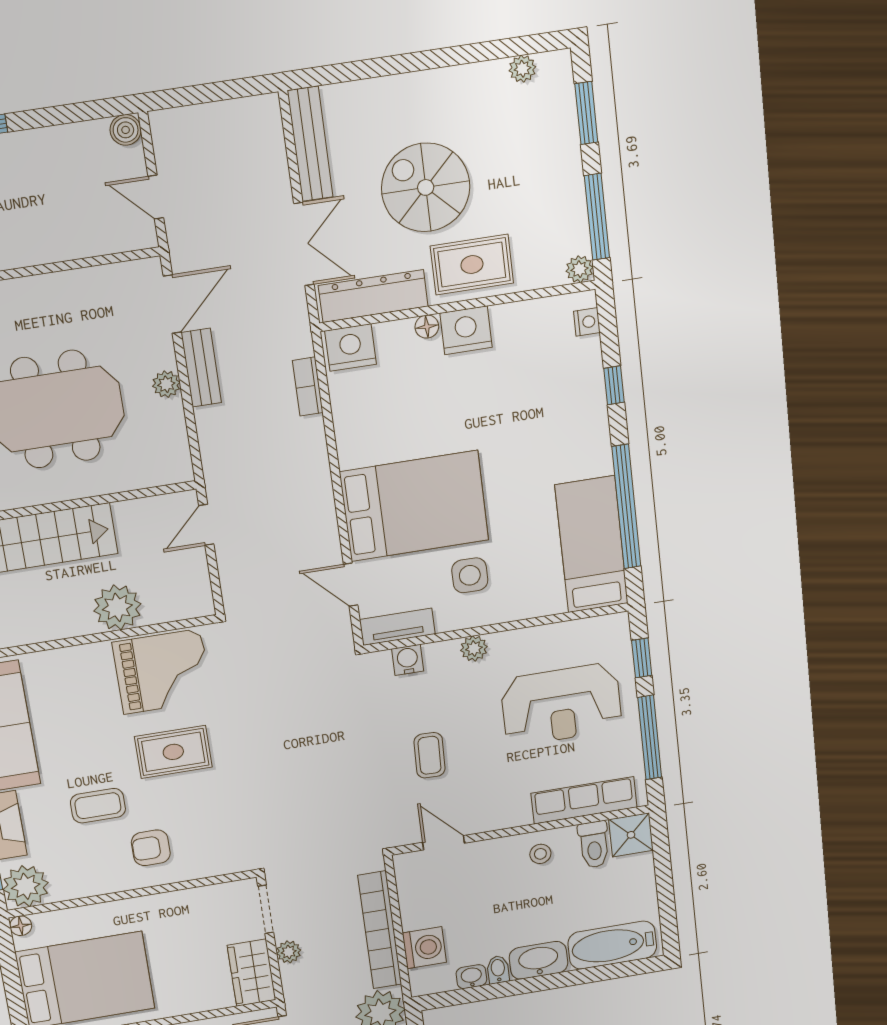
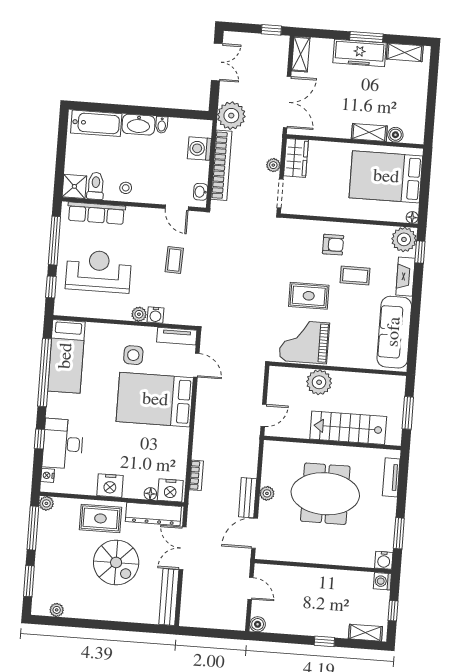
floor lamp: (427, 327) -> (150, 494), moved
desk: (569, 387) -> (63, 444), added
water cooler: (408, 660) -> (156, 315), moved
washbasin: (471, 977) -> (201, 192), moved, turned 90

